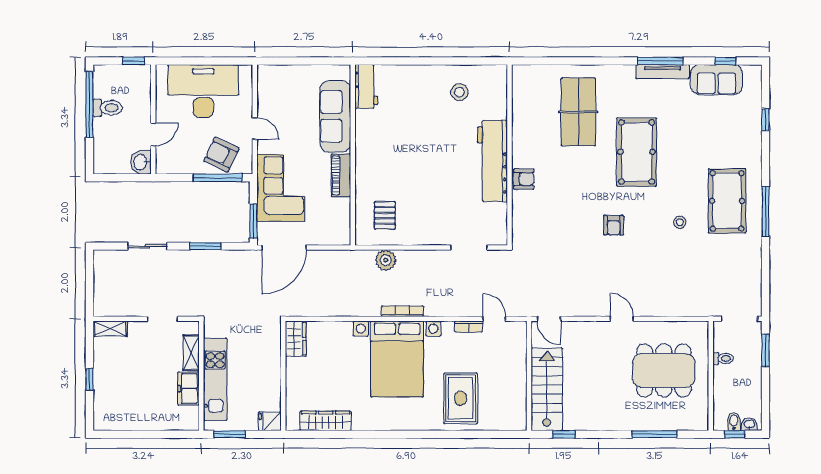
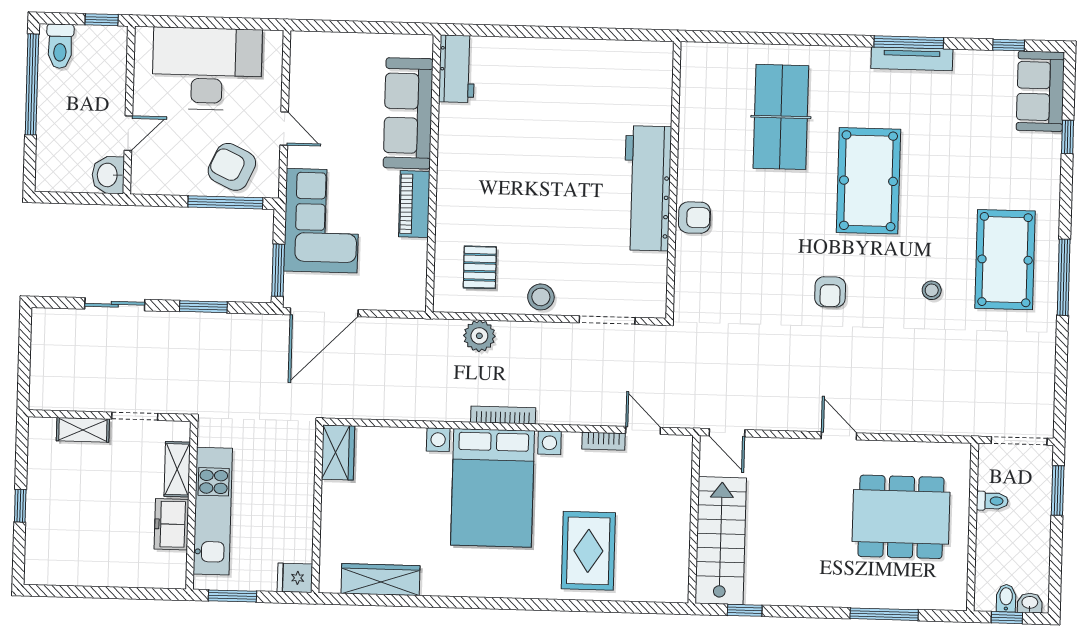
sofa: (716, 80) -> (1040, 91), moved, turned 90
stool: (459, 92) -> (541, 297), moved
toilet: (107, 108) -> (60, 46), moved, turned 90
shelving: (110, 329) -> (83, 430), moved

